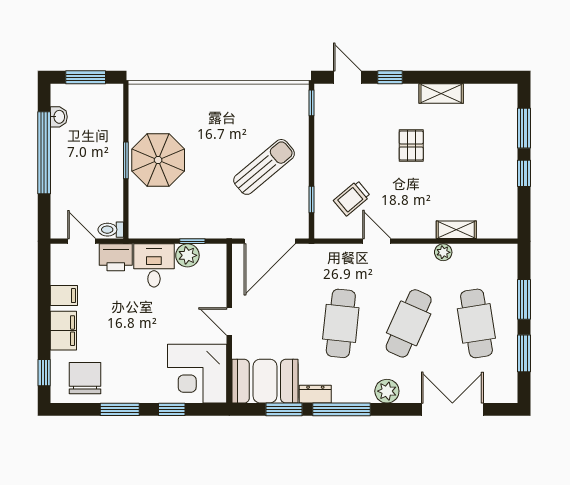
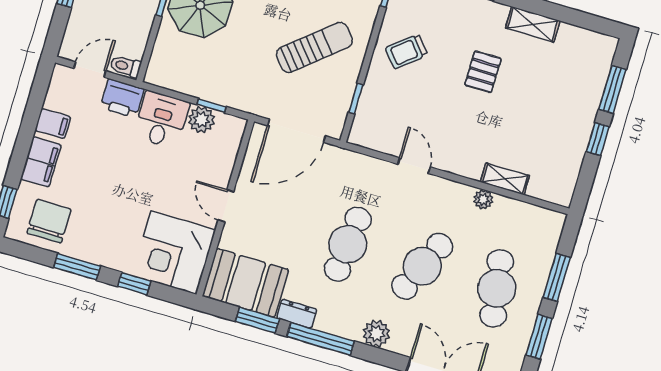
trolley: (352, 198) -> (406, 51), moved
door: (82, 241) -> (90, 70), hinge flipped

